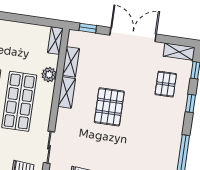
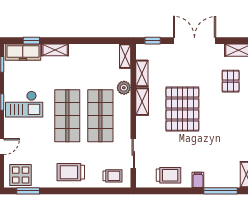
pallet: (109, 107) -> (182, 109), width x1.37, depth x1.41

